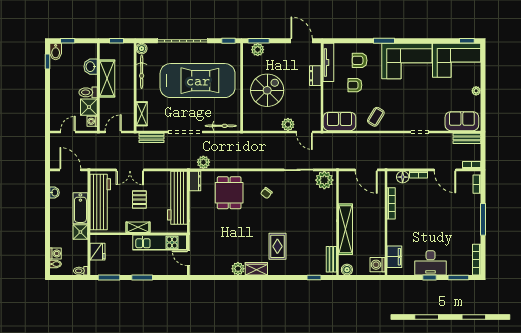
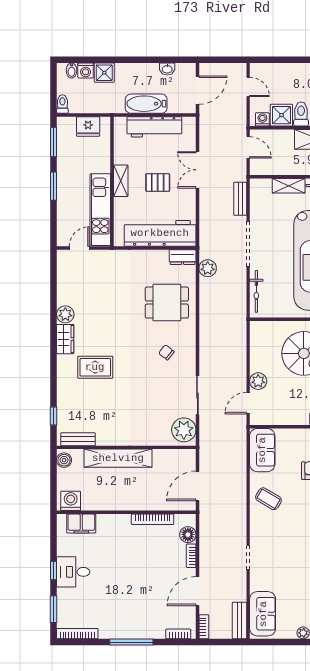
shelving: (142, 114) -> (289, 186), moved
workbench: (100, 202) -> (154, 127), width x0.73, depth x0.76
shower: (80, 232) -> (104, 73), moved
desk: (431, 263) -> (73, 572), width x0.73

